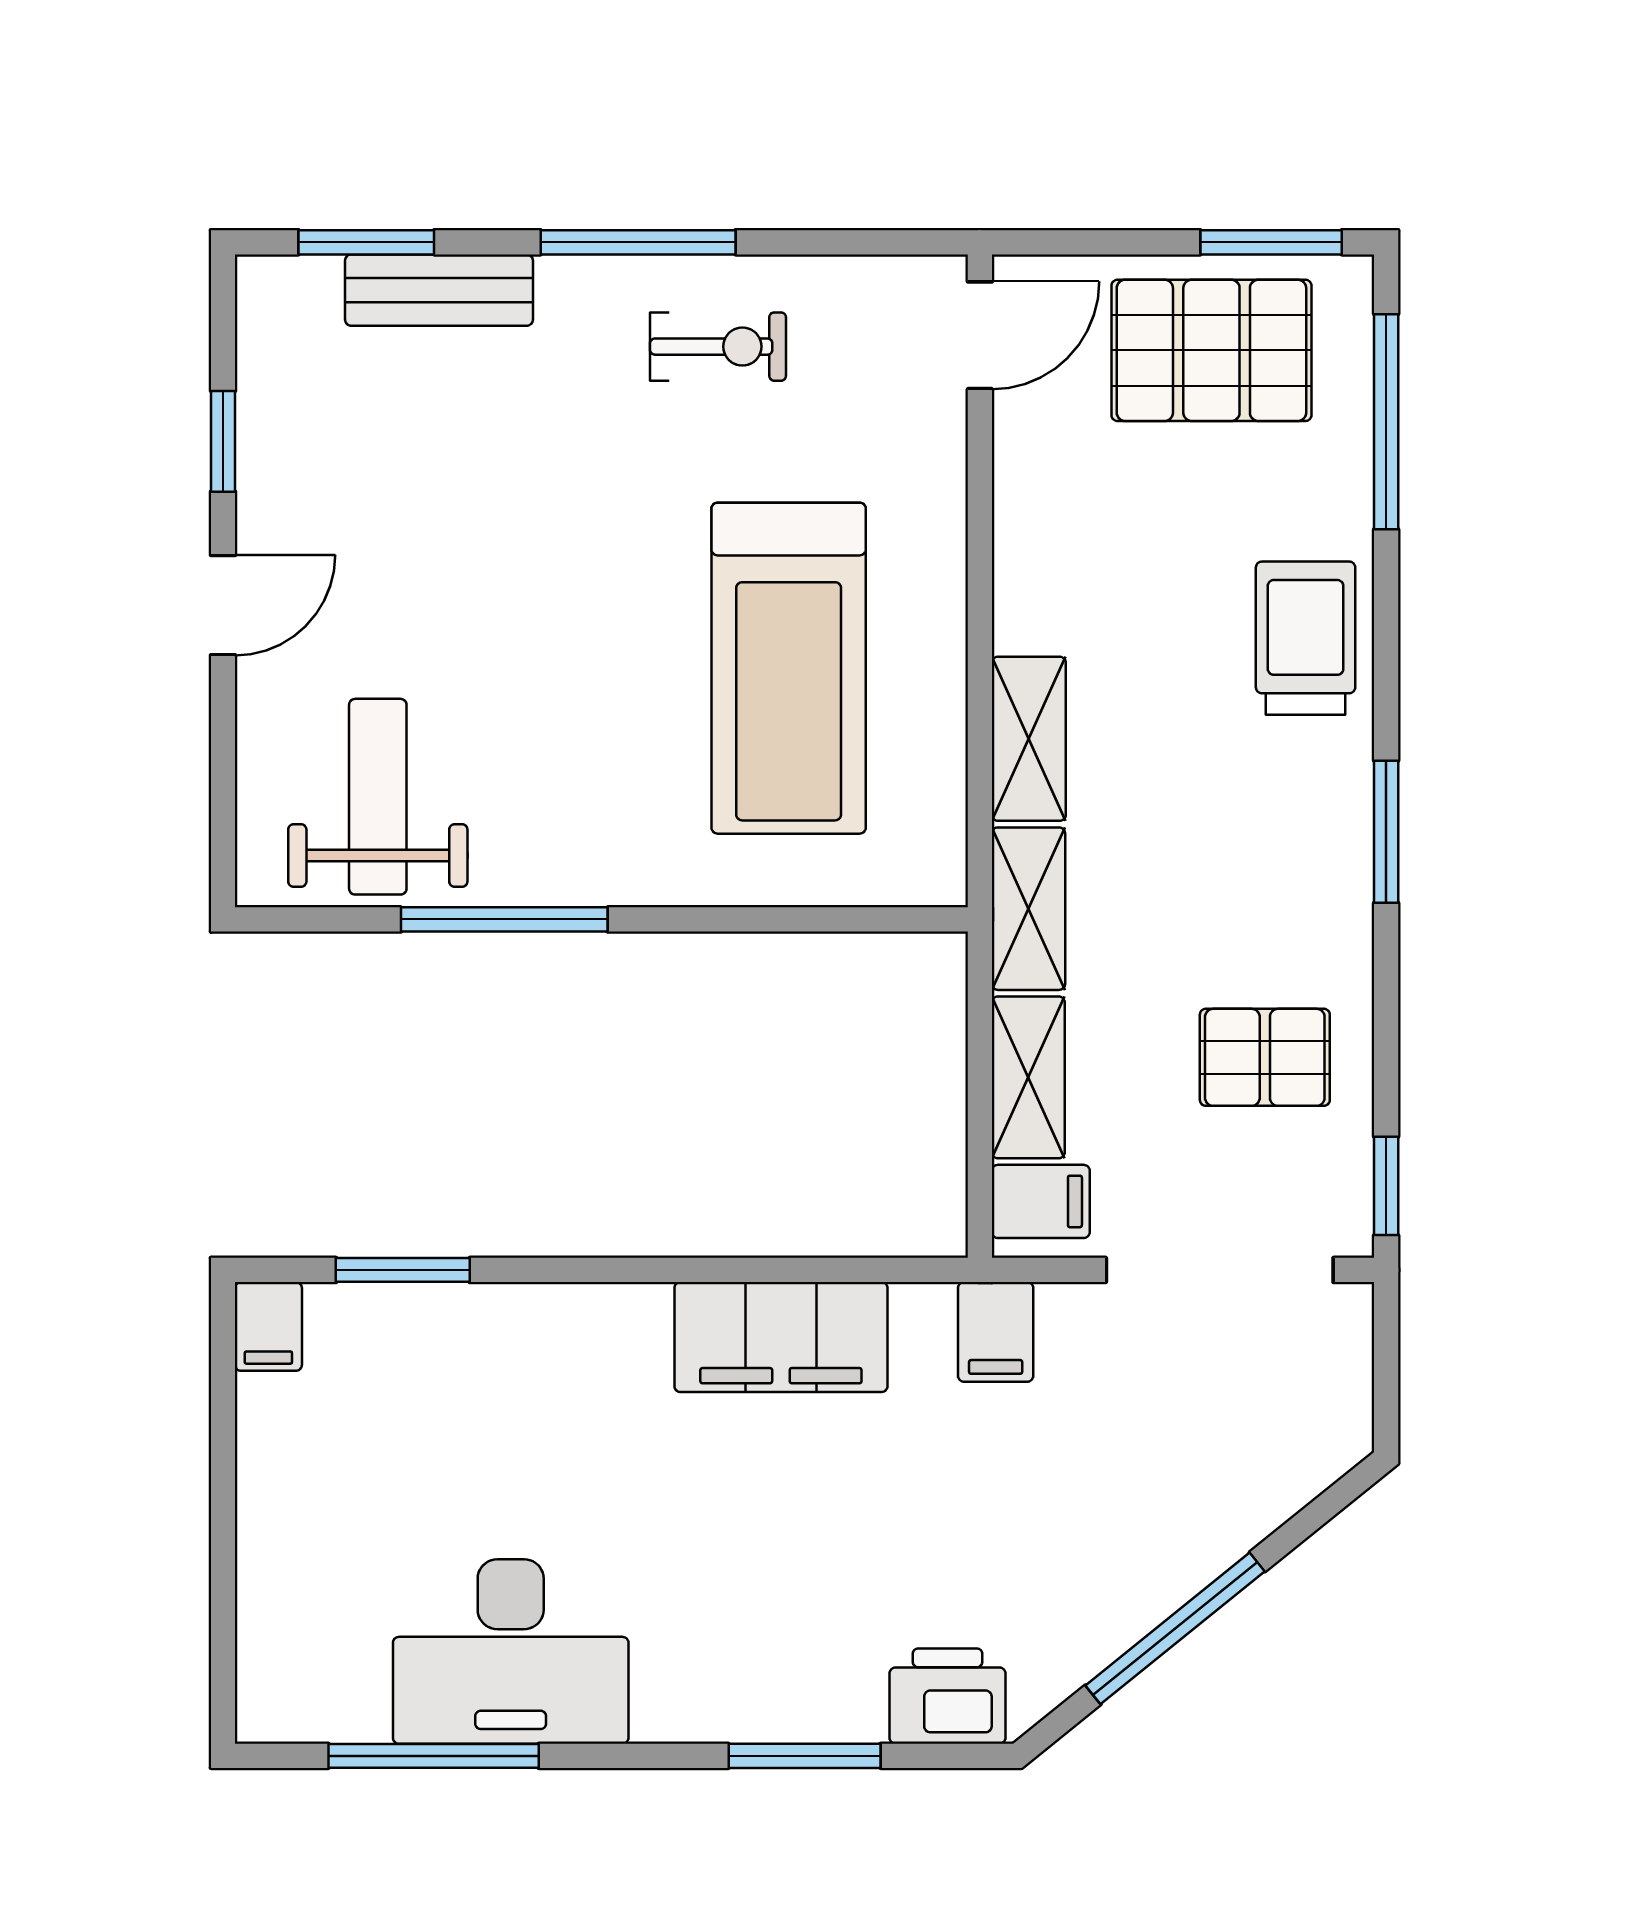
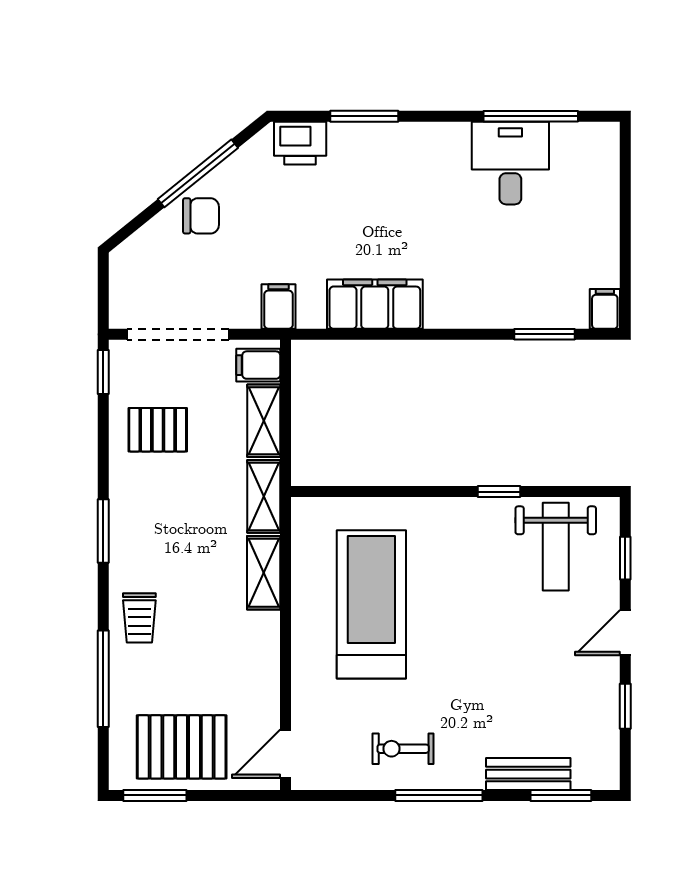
window: (1386, 422) -> (103, 679), moved
trolley: (1306, 638) -> (139, 618), width x0.73, depth x0.72
window: (223, 771) -> (625, 558), added
window: (504, 919) -> (499, 492), width x0.46
chair: (1168, 1534) -> (201, 216), added
desk: (511, 1652) -> (510, 163), width x0.73

